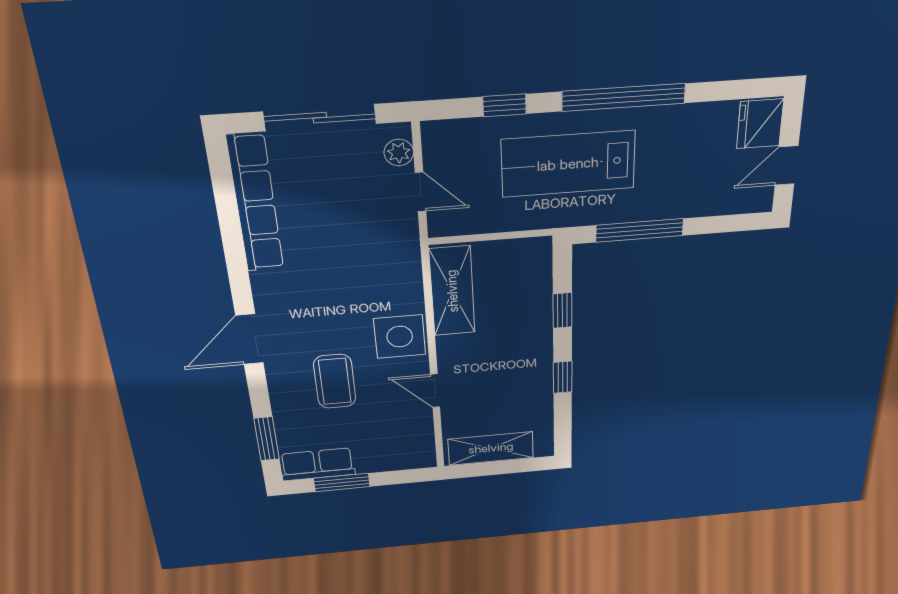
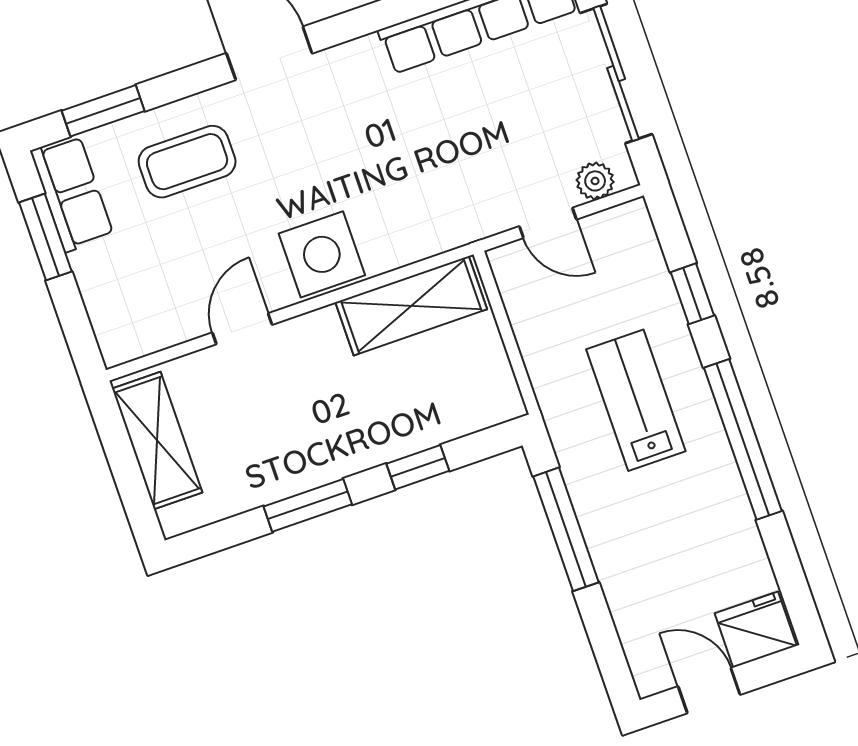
lab bench: (568, 164) -> (636, 400), width x0.73, depth x0.72
door: (421, 192) -> (548, 223), hinge flipped
window: (563, 377) -> (308, 505), width x1.50
coffee table: (335, 381) -> (187, 162), moved

